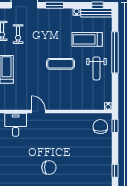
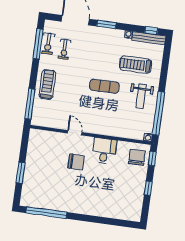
window: (115, 52) -> (158, 113), moved
desk: (16, 125) -> (104, 151), moved
chair: (49, 167) -> (76, 162), moved
window: (115, 171) -> (148, 188), moved

